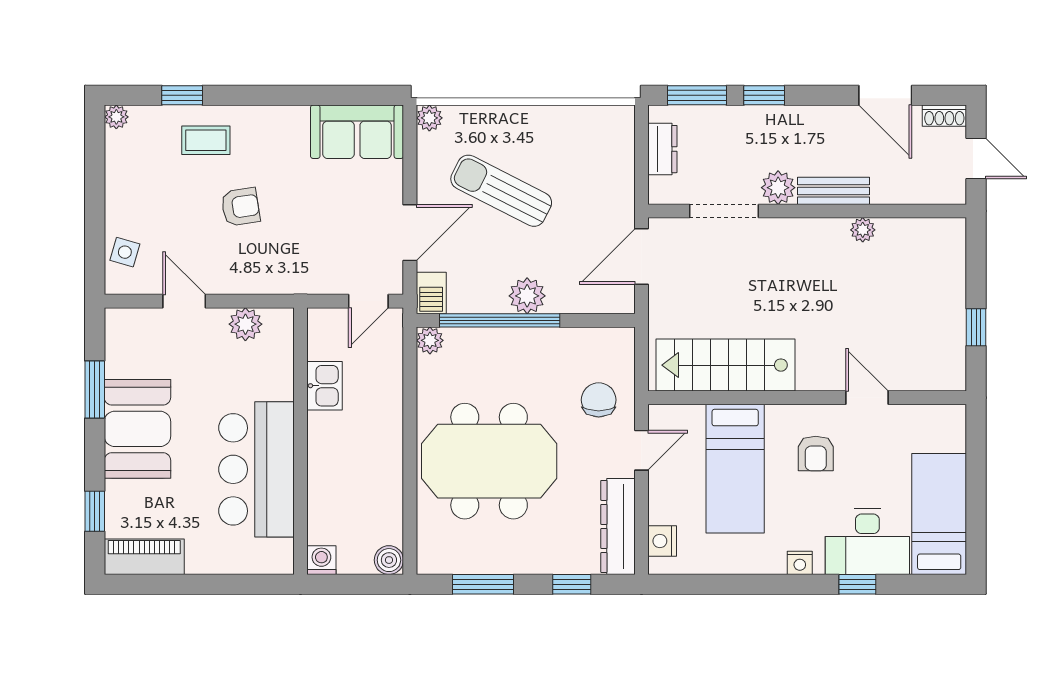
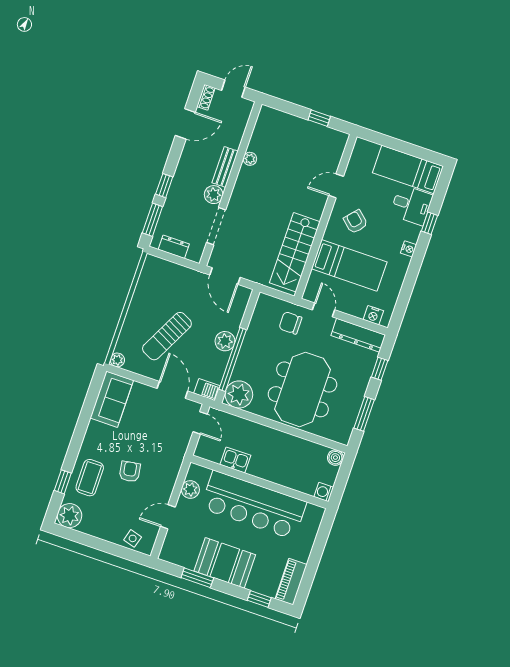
plant: (116, 117) -> (69, 516), width x1.88, depth x1.88
coffee table: (206, 140) -> (90, 478), width x1.36, depth x1.30
plant: (430, 340) -> (239, 394), width x1.87, depth x1.87
armchair: (816, 453) -> (356, 222), turned -138
bar counter: (256, 469) -> (254, 505), width x1.36
desk: (867, 542) -> (411, 205), width x0.73

